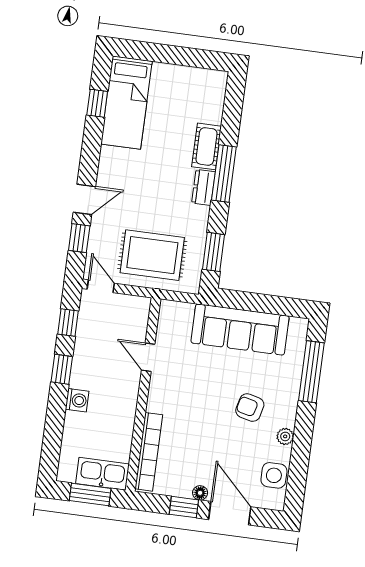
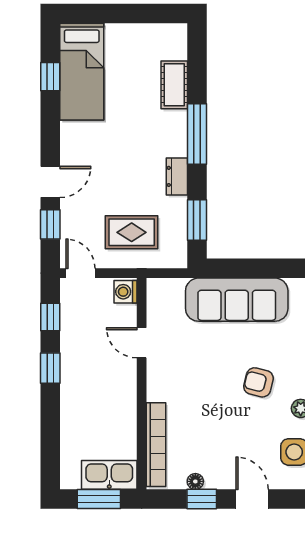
cot: (207, 146) -> (174, 85), moved
dresser: (203, 187) -> (177, 176), moved
rug: (152, 255) -> (132, 232), width x0.73, depth x0.70
washing machine: (77, 400) -> (125, 292), moved, turned 180
floor lamp: (200, 493) -> (195, 481), moved
door: (230, 513) -> (252, 499), width x0.73

